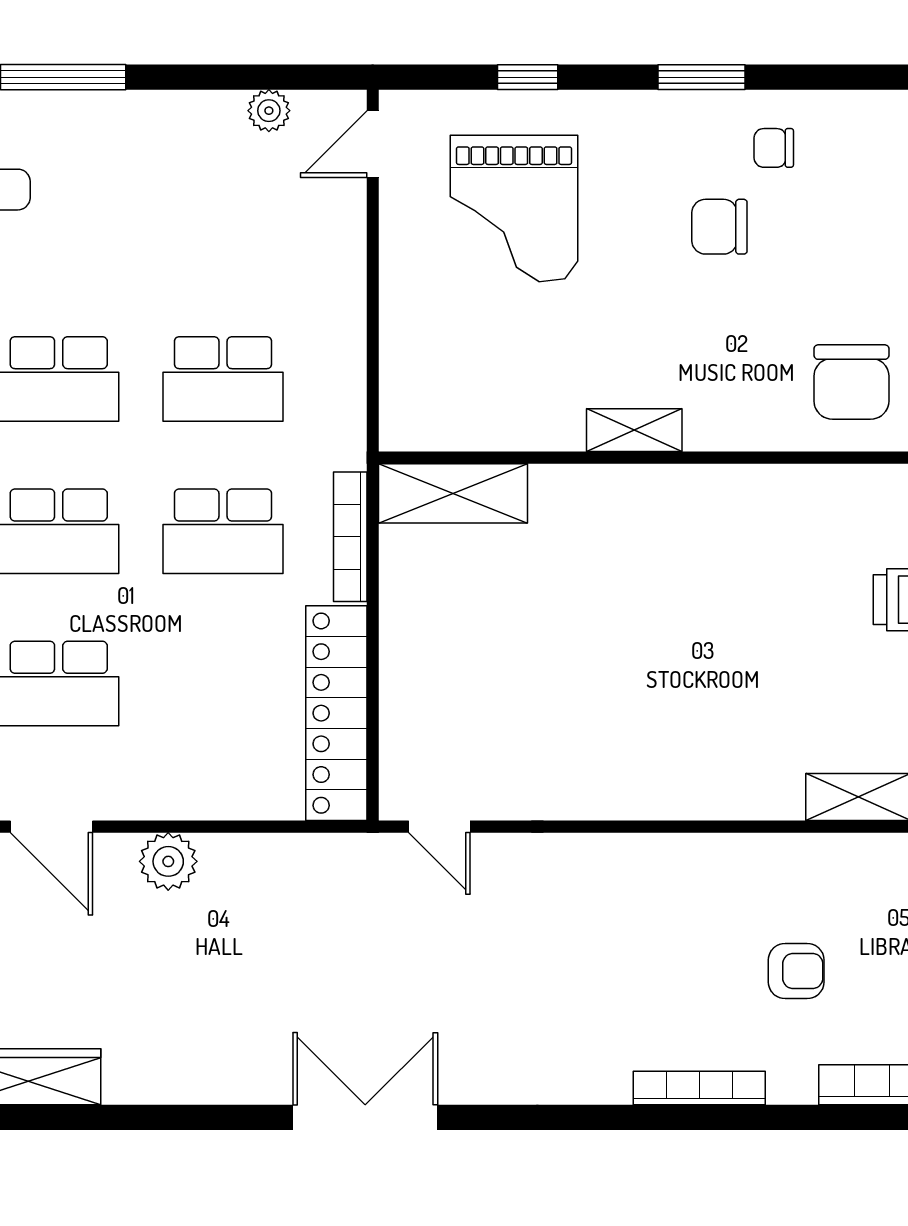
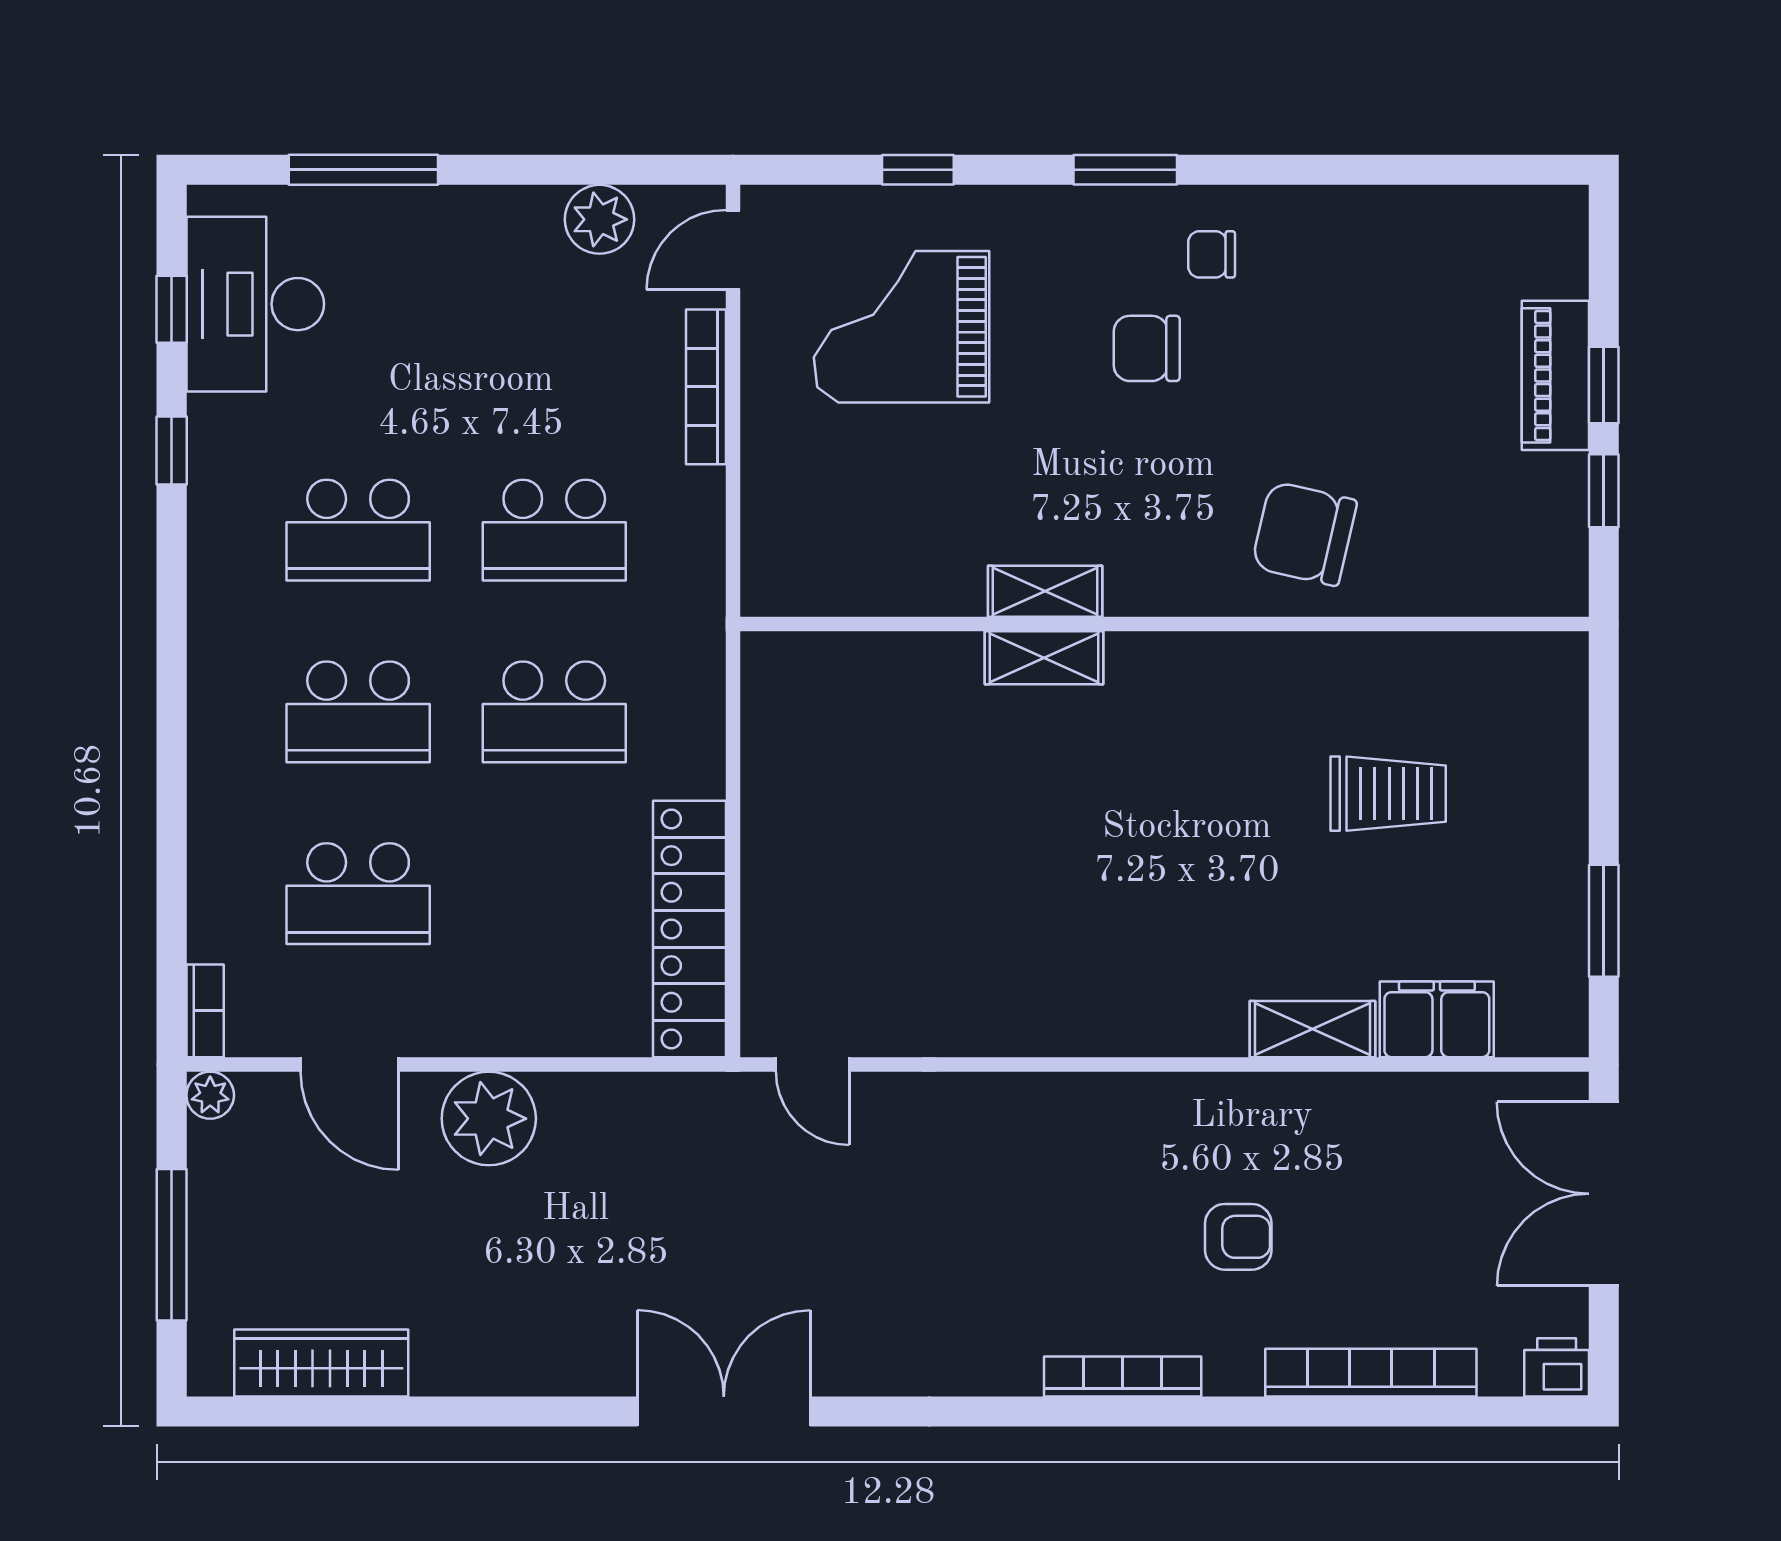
plant: (269, 111) -> (600, 219), width x1.38, depth x1.38
grand piano: (514, 209) -> (902, 327), turned 90
chair: (851, 382) -> (1304, 534), turned 103
shelving: (453, 493) -> (1044, 658), moved, width x0.67, depth x0.75
bookcase: (350, 537) -> (706, 387), moved
plant: (168, 861) -> (489, 1119), width x1.36, depth x1.36

